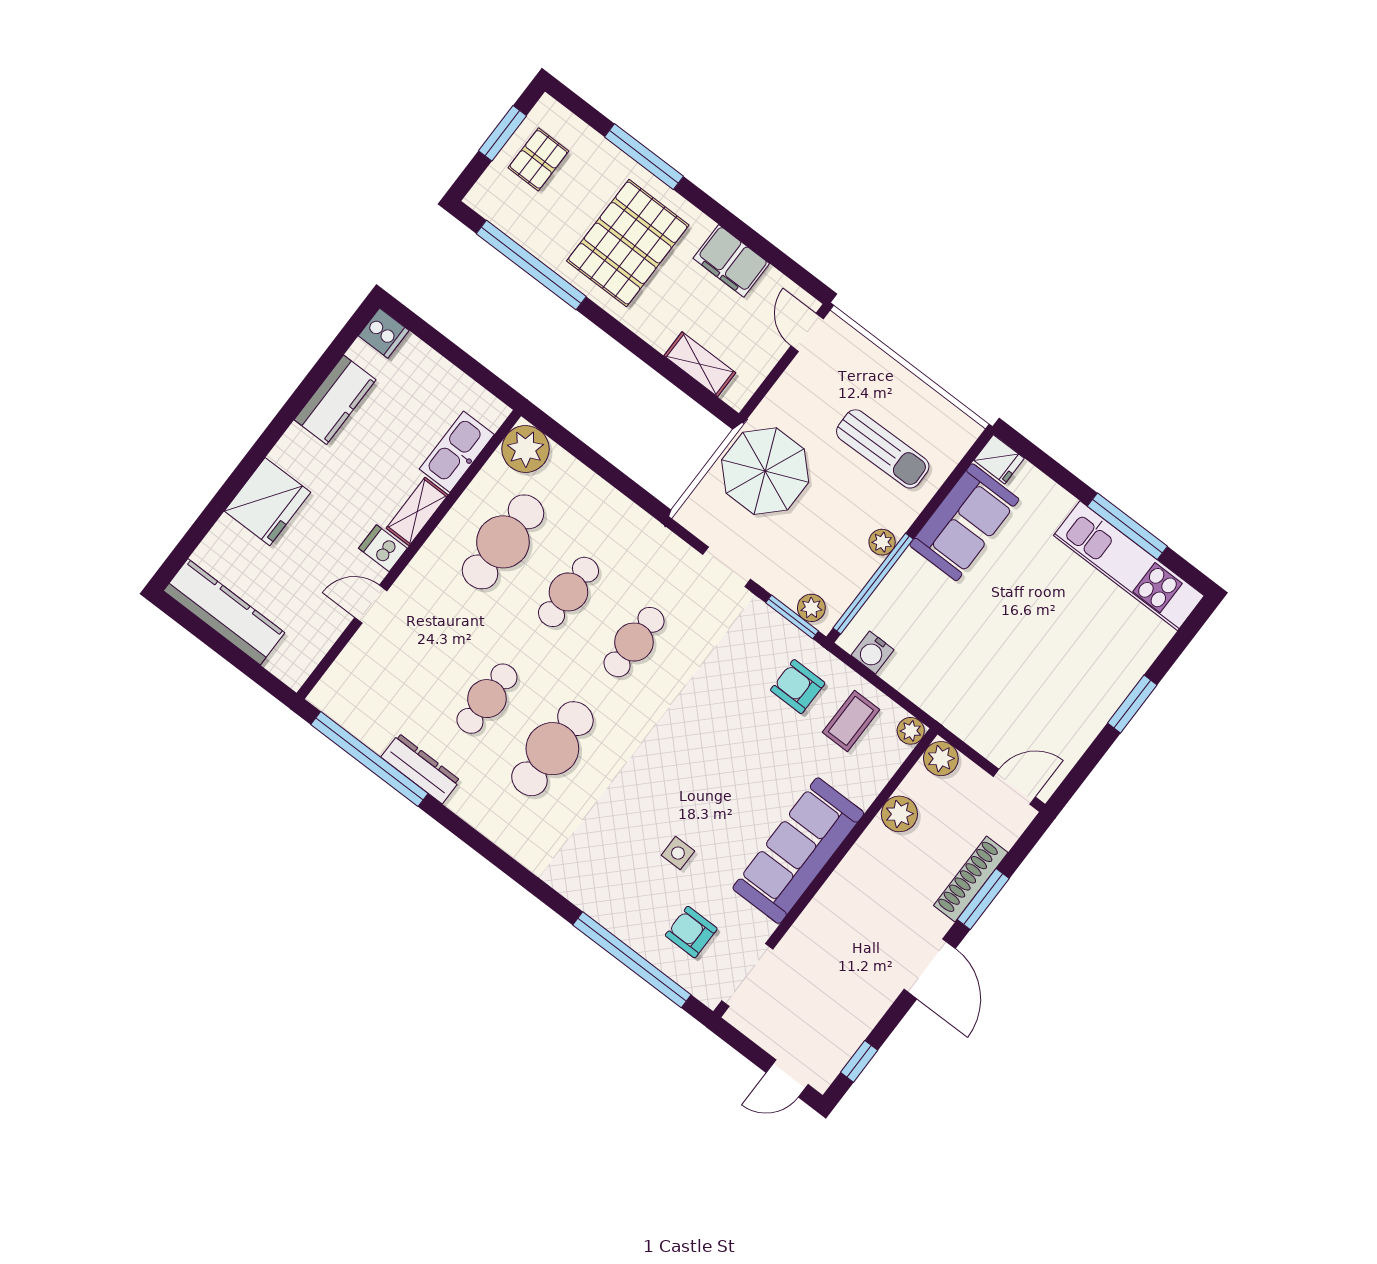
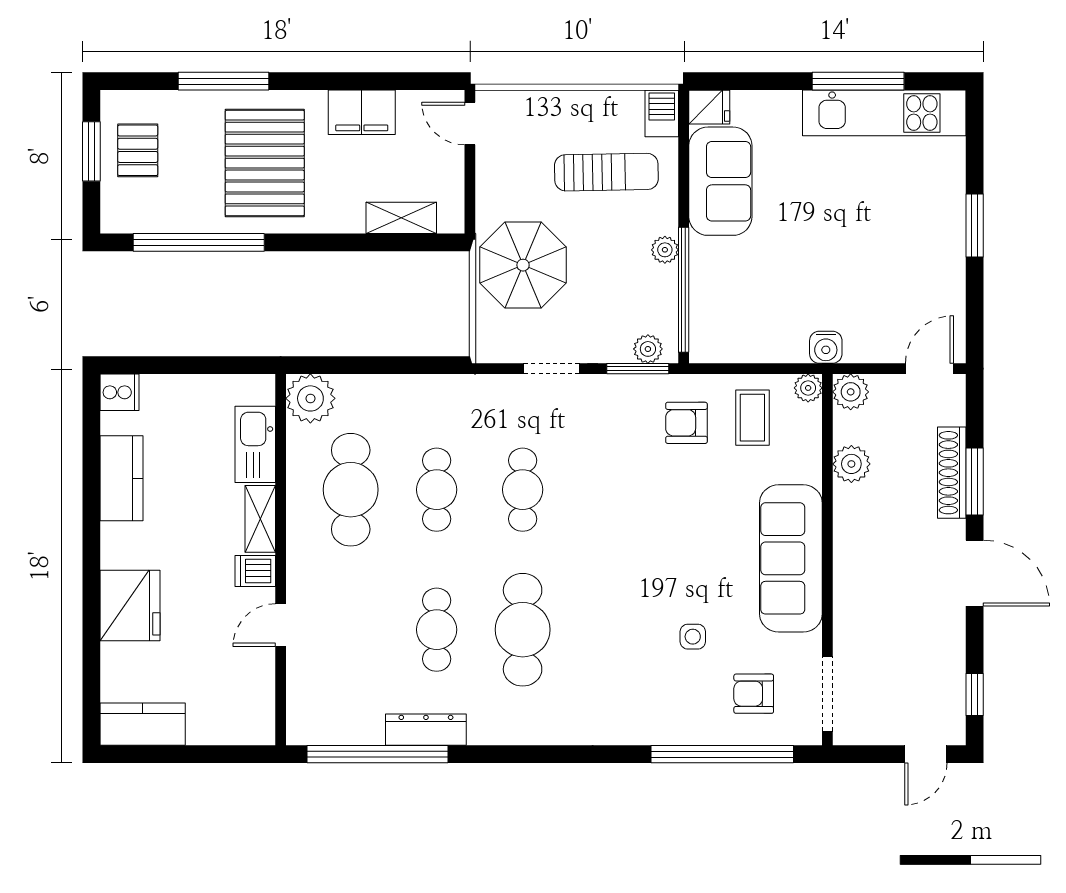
barbecue: (959, 437) -> (662, 113), added
kitchen counter: (224, 612) -> (143, 724), width x0.67
water cooler: (873, 653) -> (826, 347), moved

